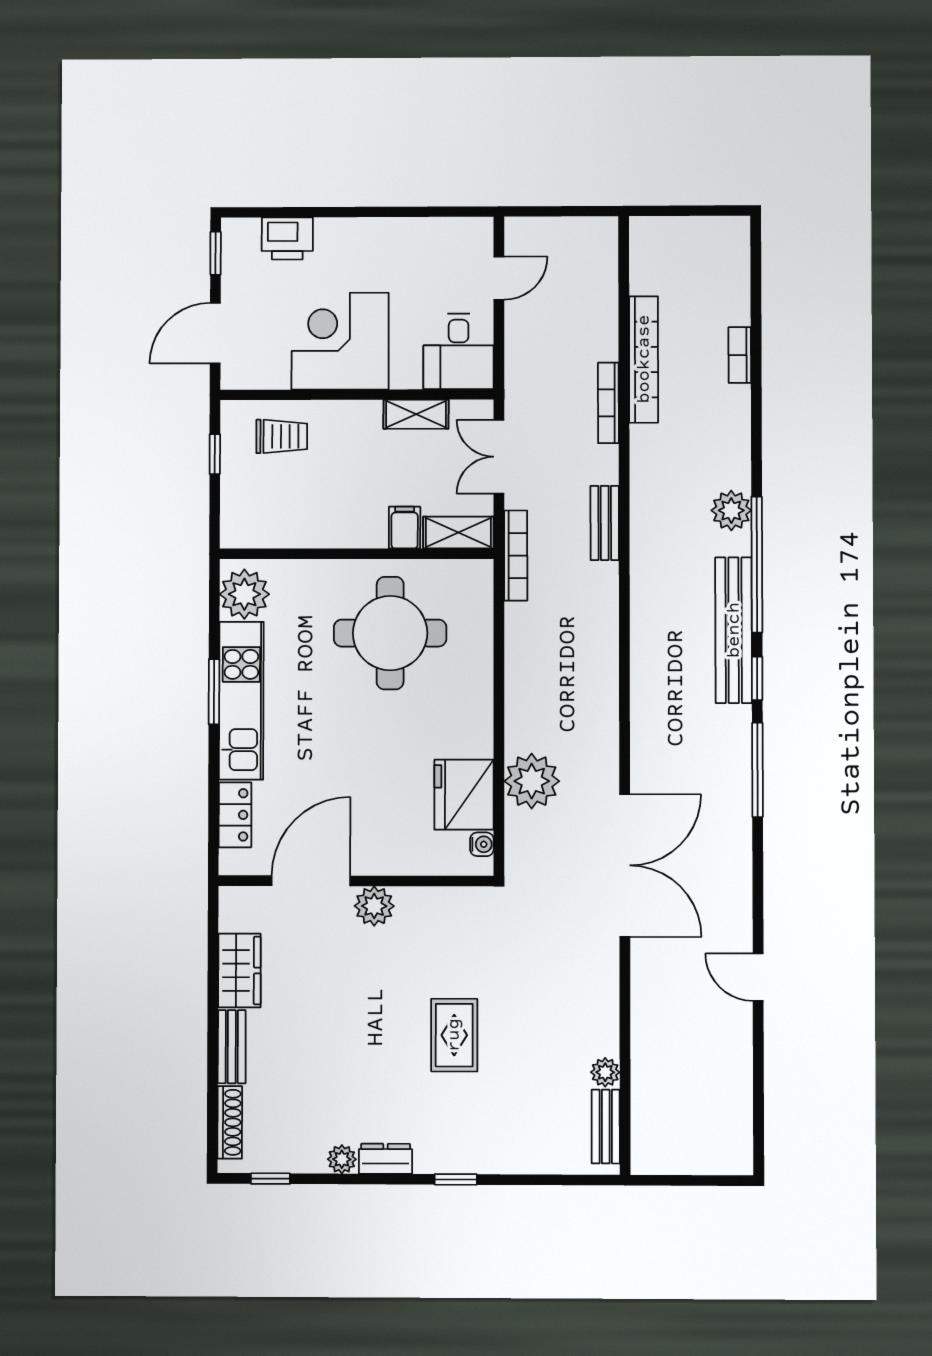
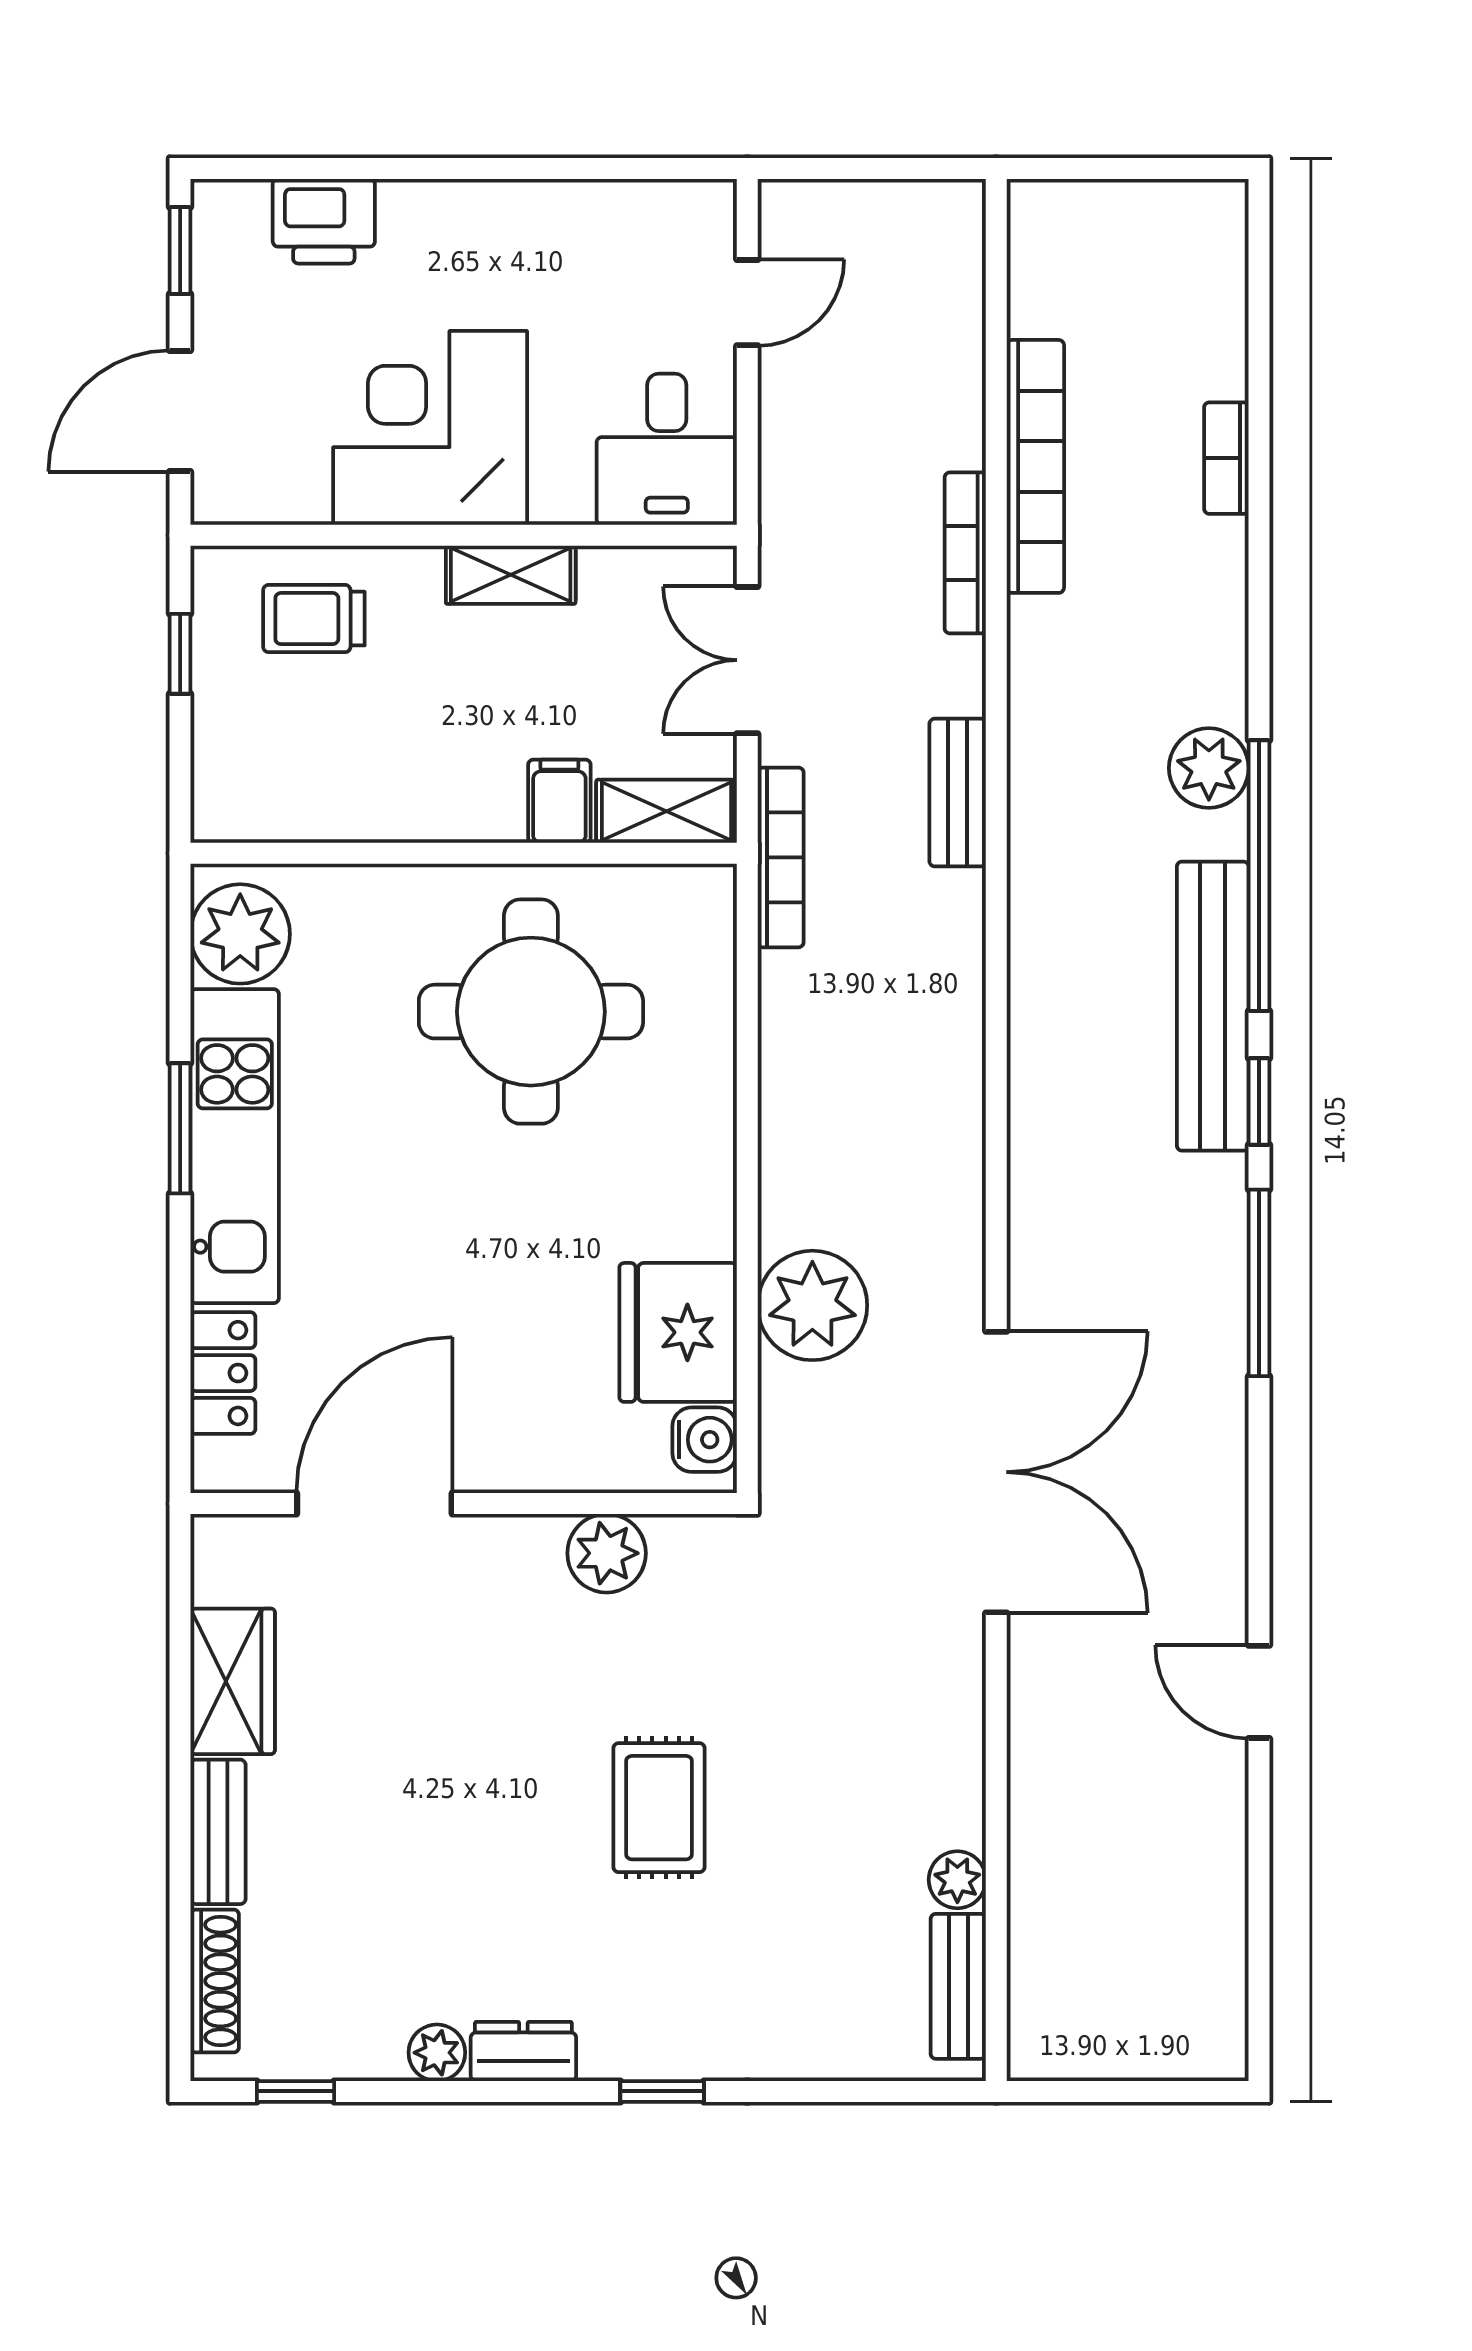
shelving: (416, 414) -> (511, 575), moved
trolley: (282, 436) -> (314, 619), turned 180
water cooler: (482, 844) -> (705, 1440), width x1.38, depth x1.38
plant: (374, 906) -> (607, 1553), moved

